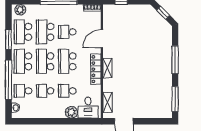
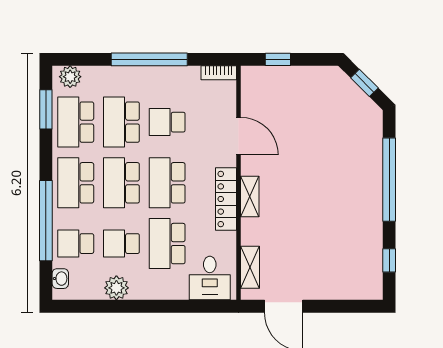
door: (102, 39) -> (238, 136), swing flipped
window: (9, 40) -> (46, 109), moved
window: (175, 60) -> (389, 180), width x1.46
school desk: (67, 91) -> (167, 244), width x1.85
window: (175, 99) -> (389, 260), width x0.46
plant: (71, 112) -> (116, 288), moved

